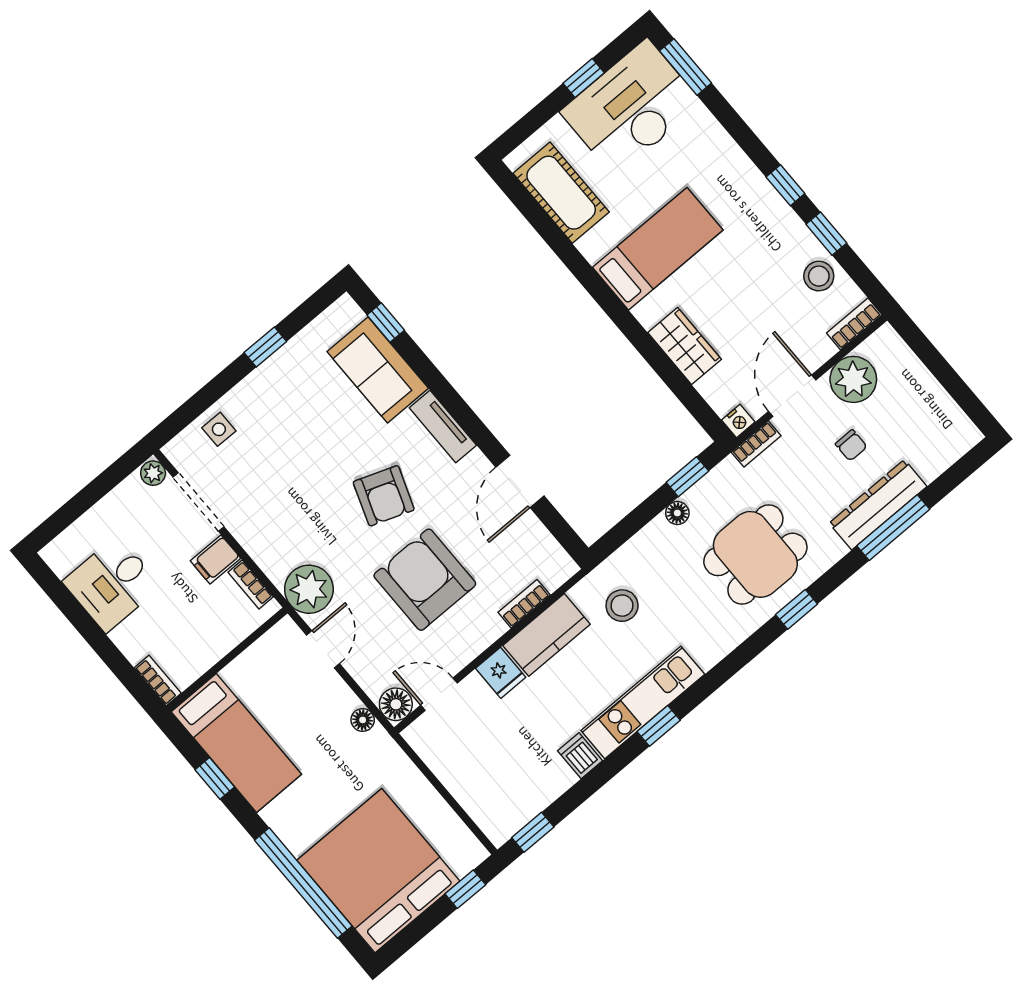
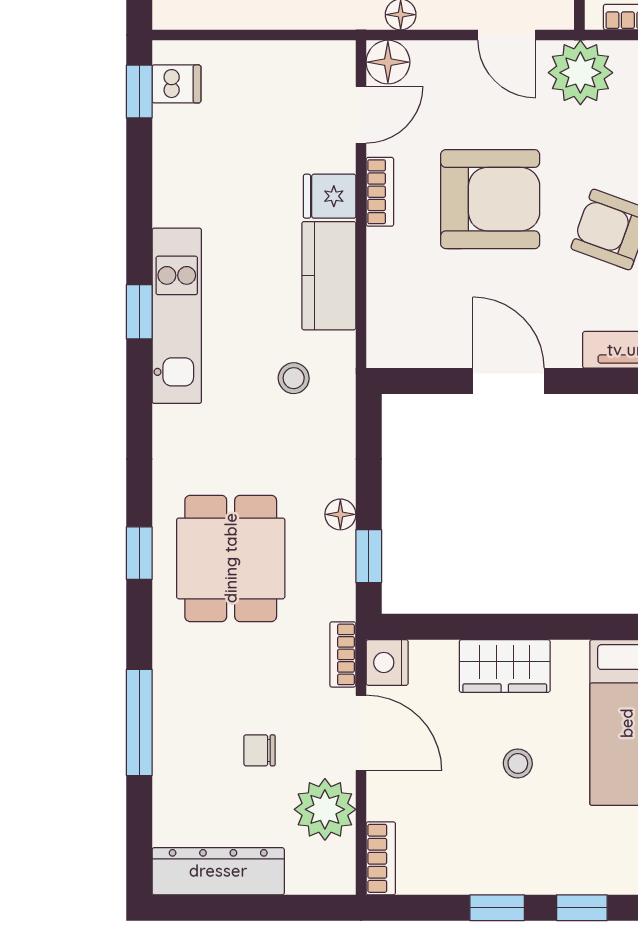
stool: (819, 276) -> (518, 763), moved, width x0.73, depth x0.73
nightstand: (738, 421) -> (387, 662), width x1.39, depth x1.35
dresser: (878, 505) -> (218, 871), moved, turned -90
bookcase: (524, 604) -> (380, 192), moved
stool: (622, 606) -> (294, 378), width x0.73, depth x0.73
dishwasher: (580, 756) -> (176, 84), moved

